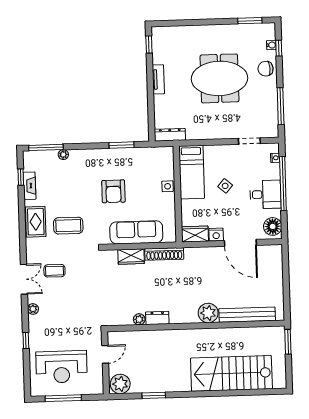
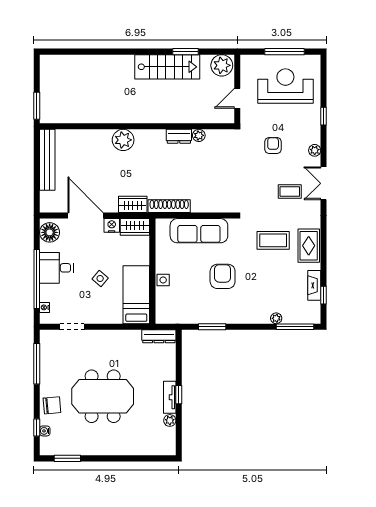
window: (149, 45) -> (179, 395), moved
plant: (157, 58) -> (170, 420), added
wardrobe: (131, 257) -> (133, 204), moved
armchair: (71, 312) -> (273, 145), added
bench: (247, 315) -> (47, 160), moved, turned 90
stairs: (231, 373) -> (167, 67), moved, width x0.73, depth x0.66

